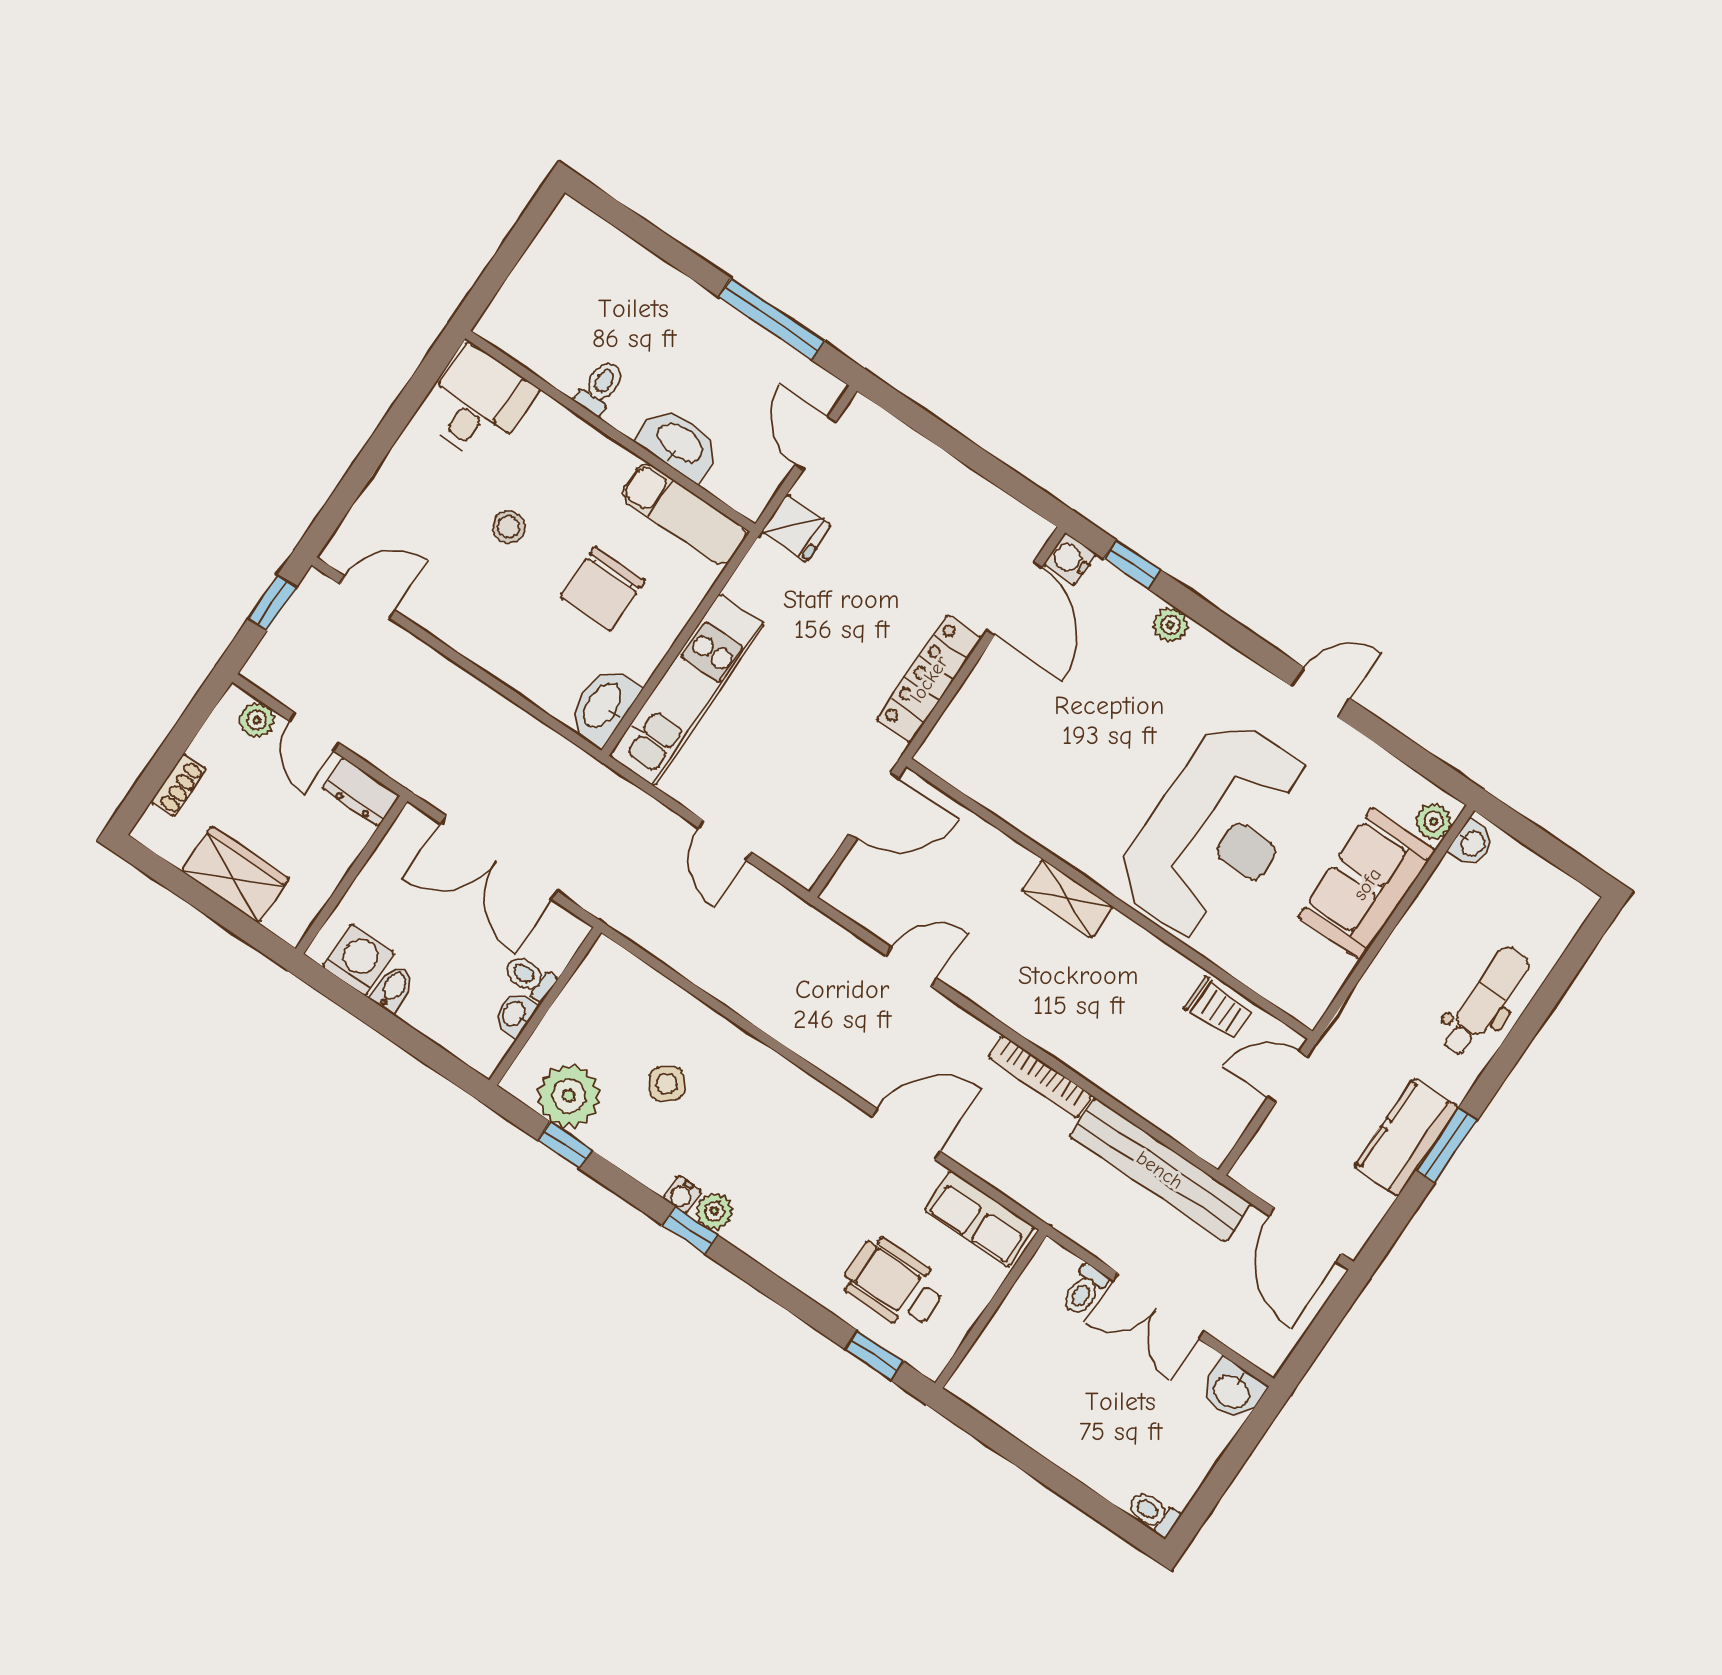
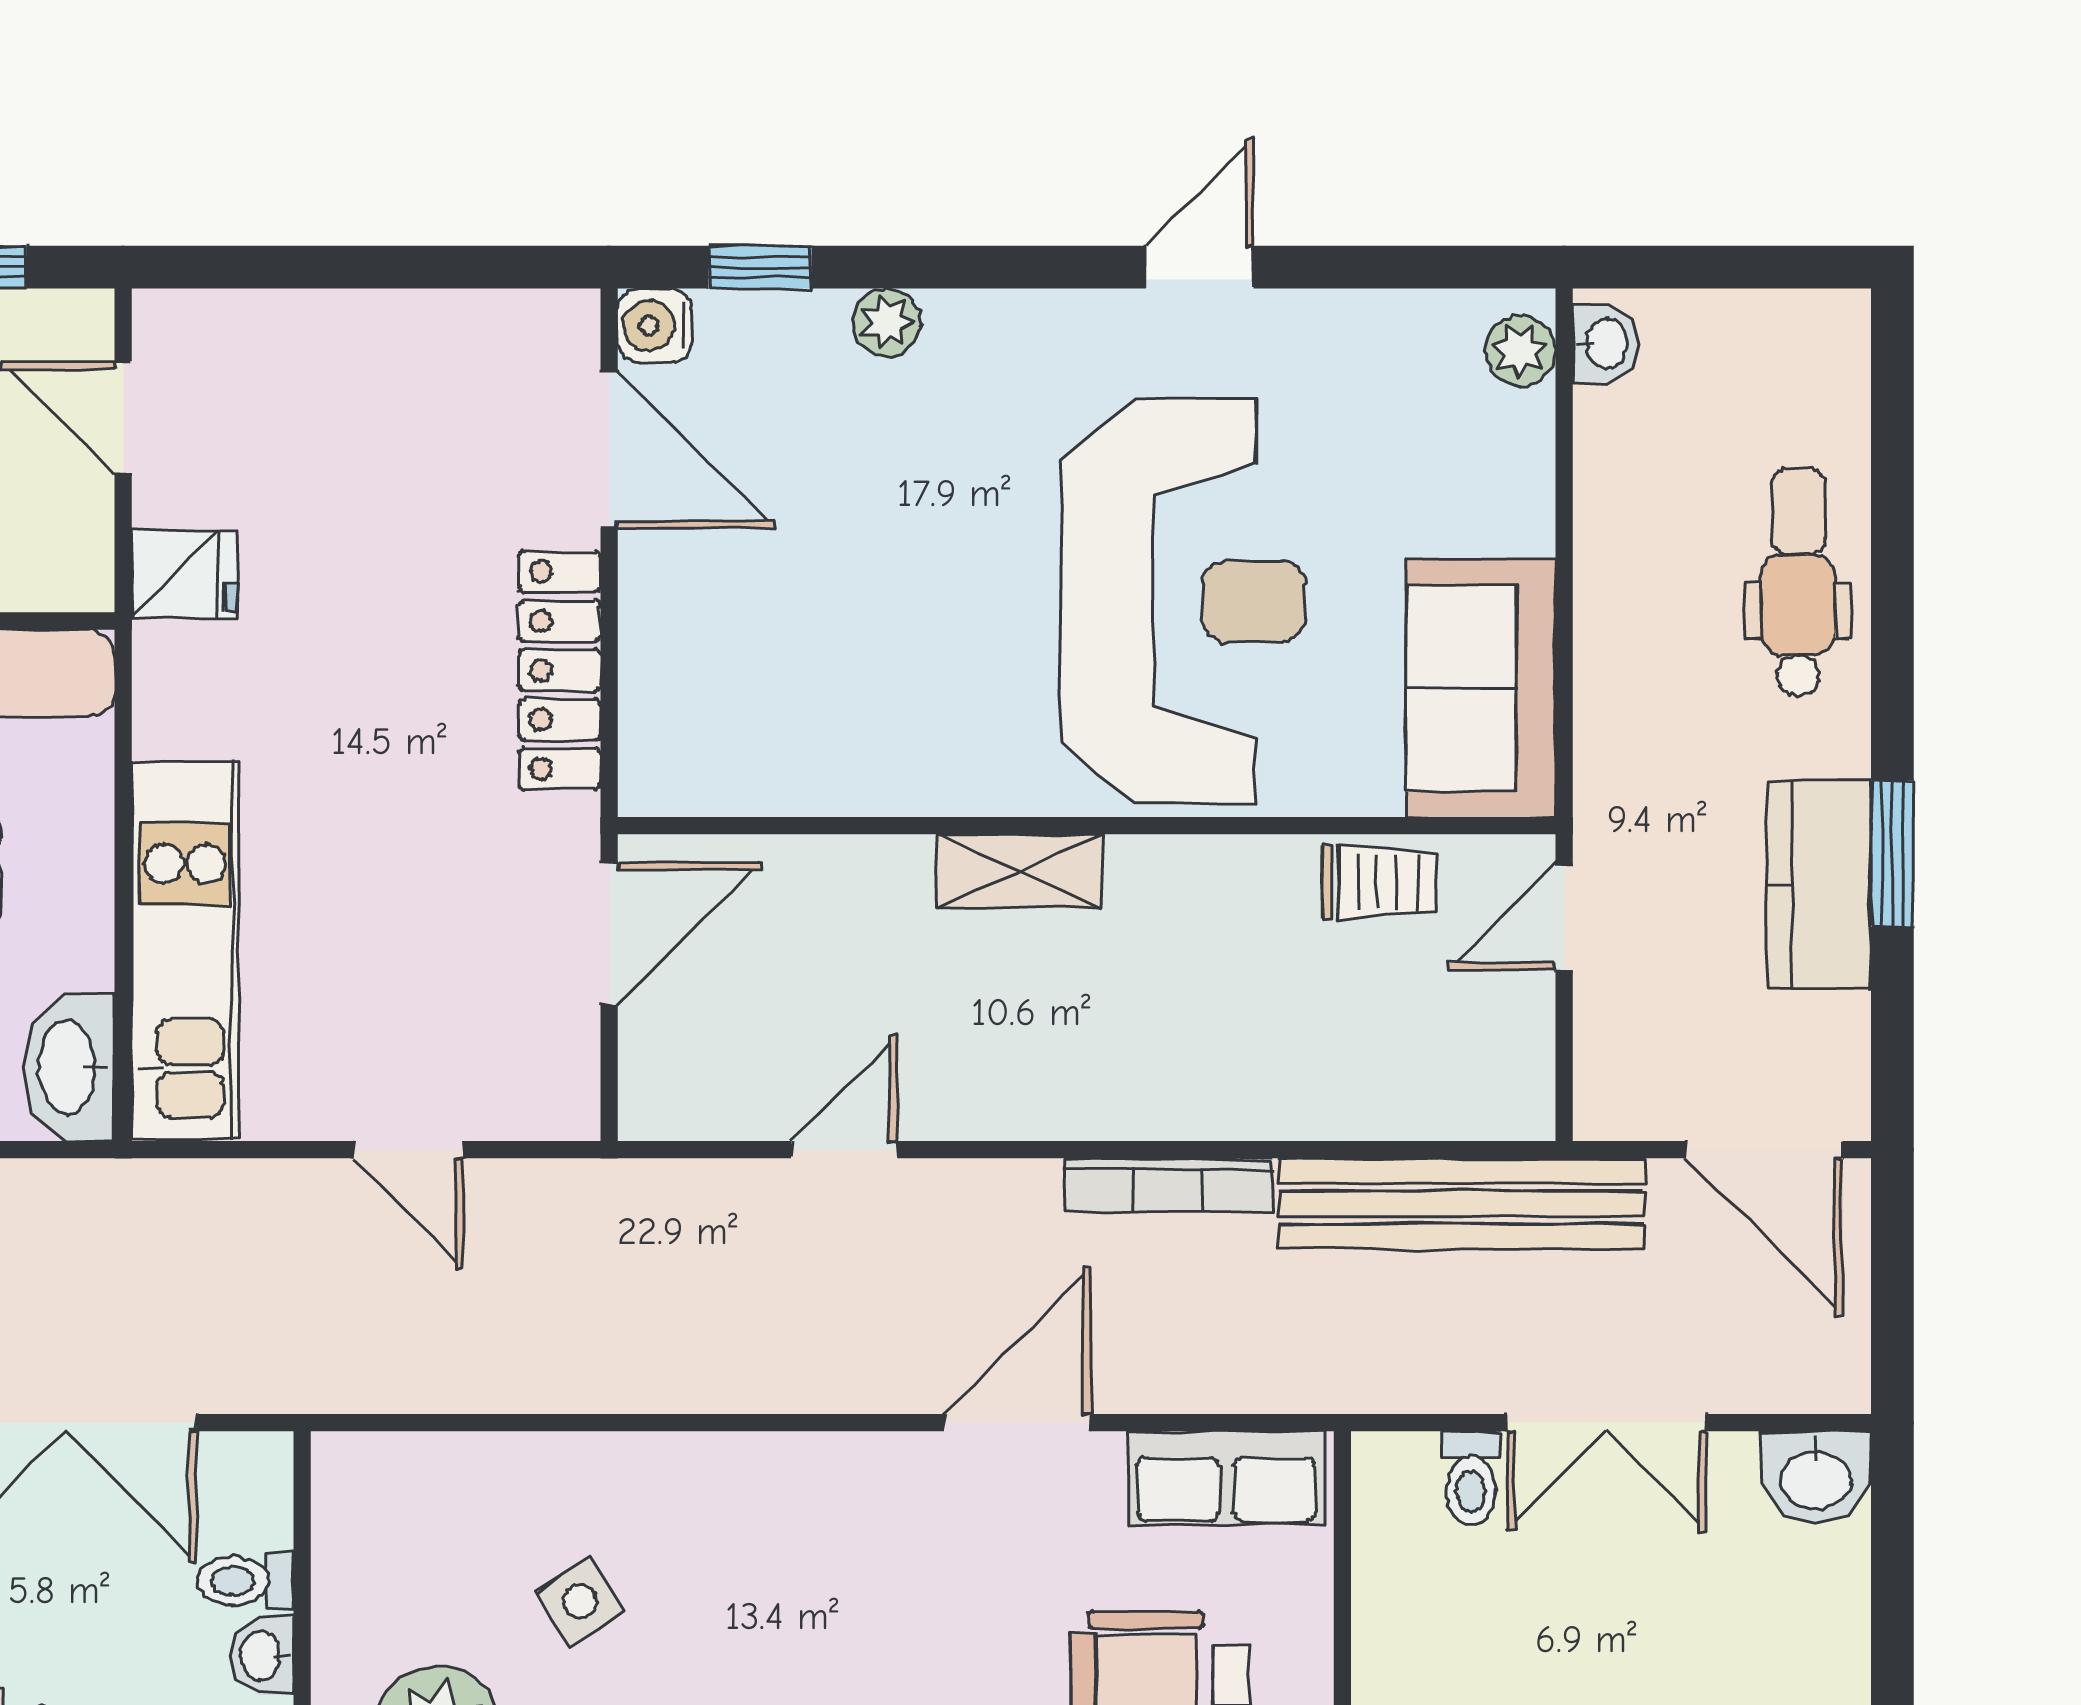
sofa: (1367, 884) -> (1481, 688), moved

